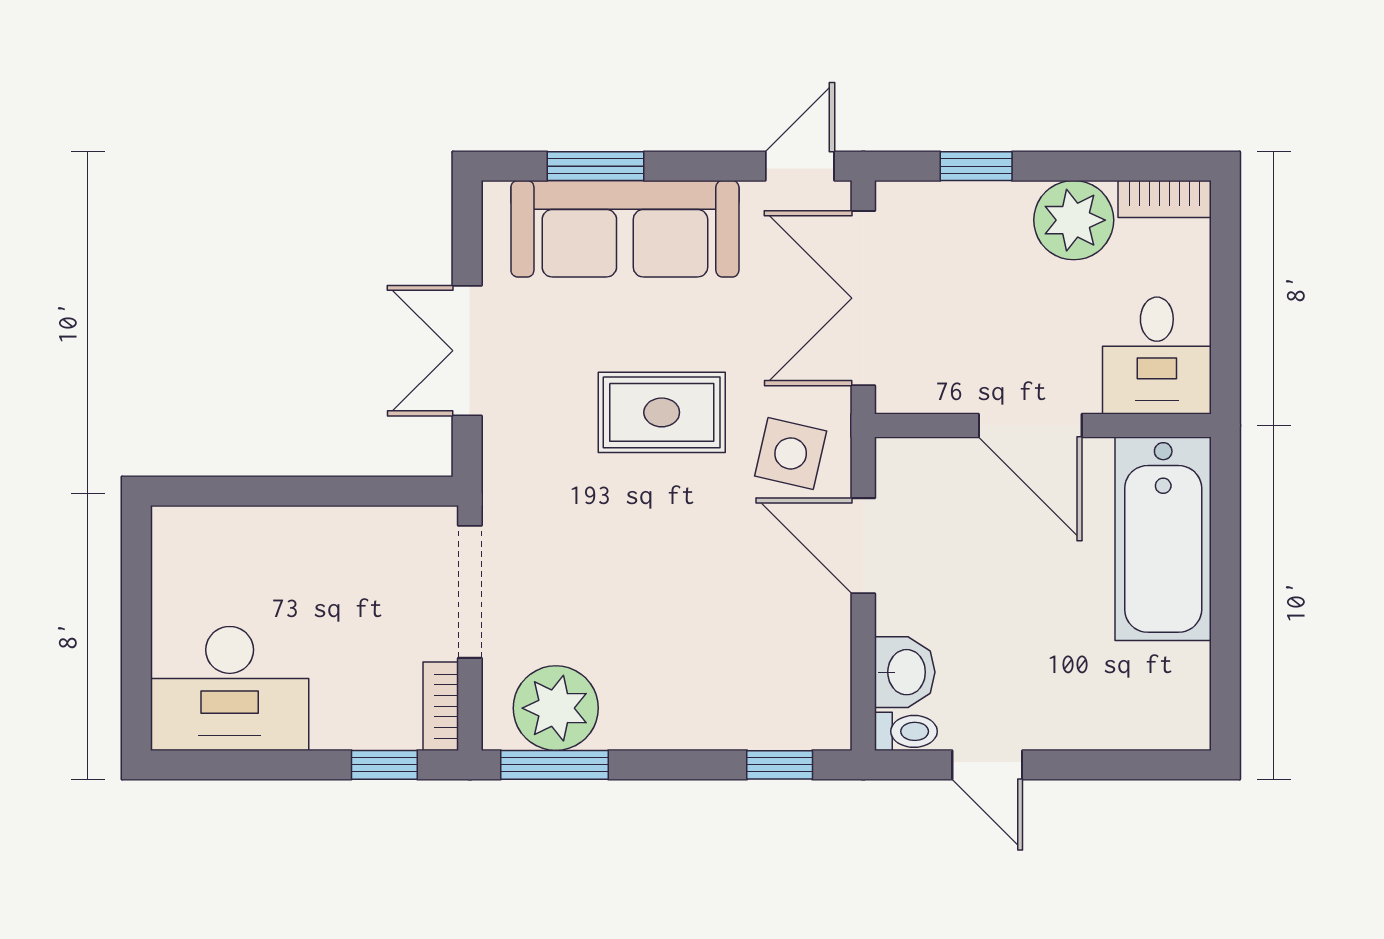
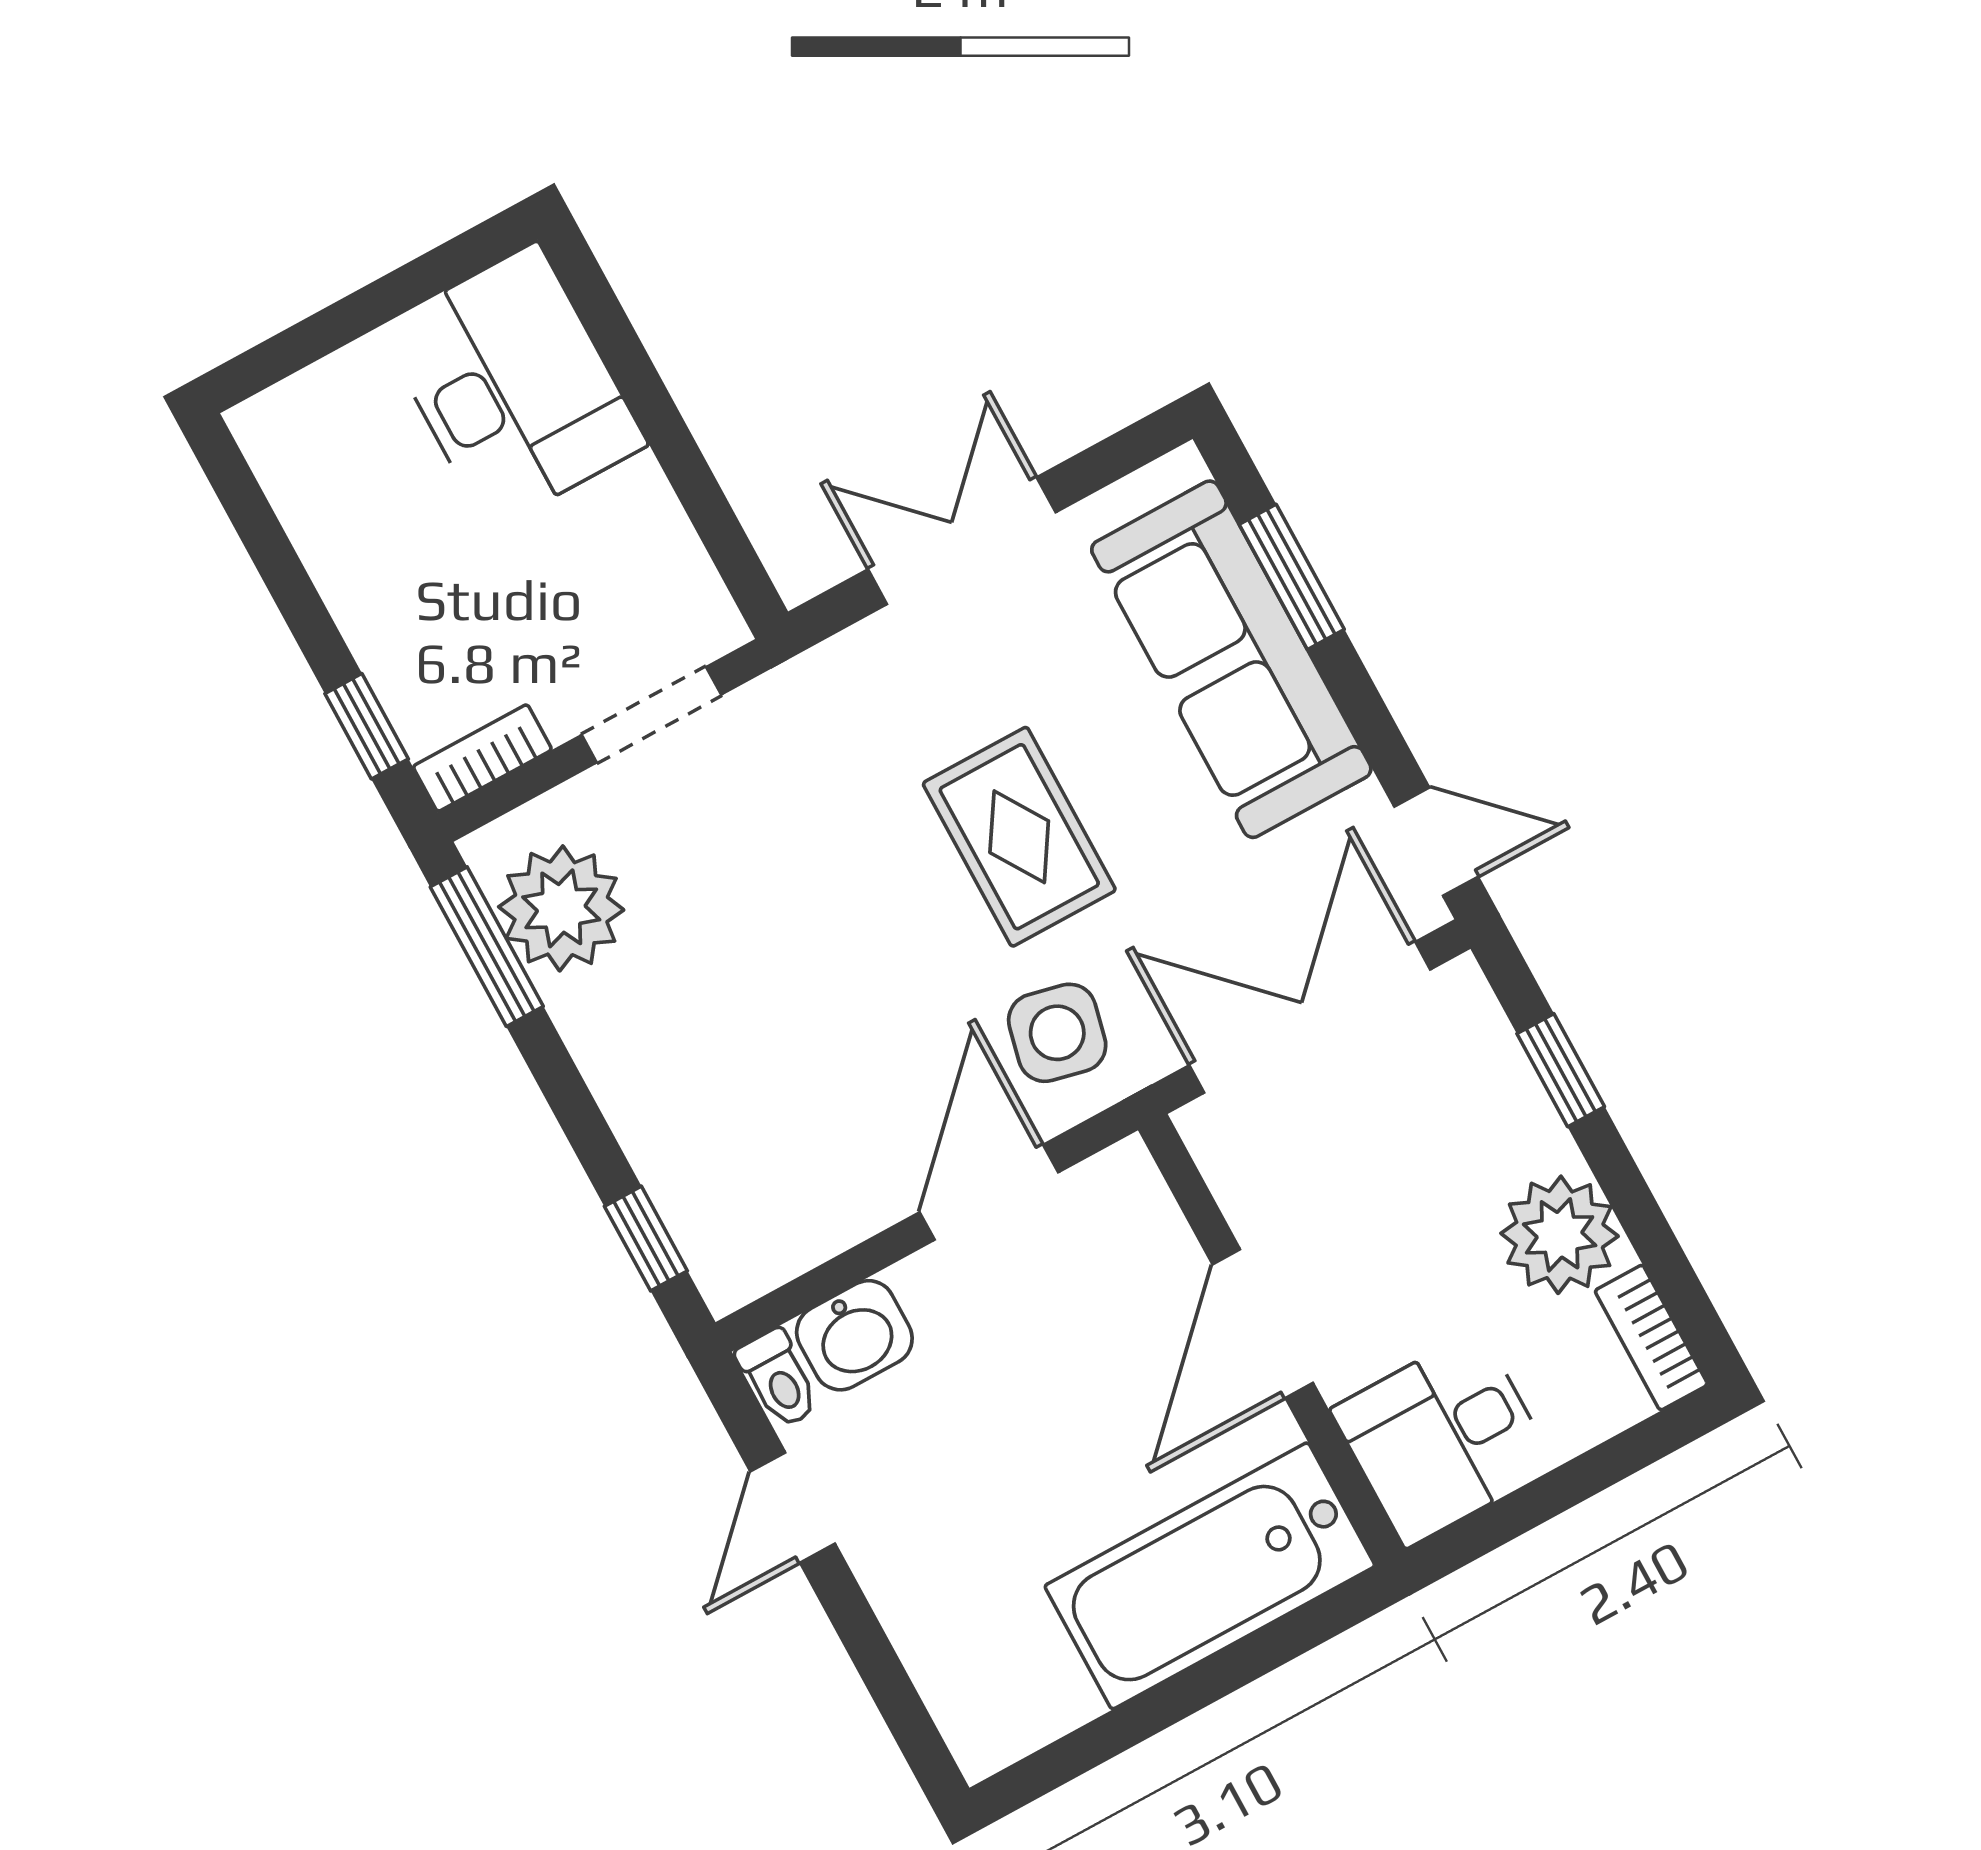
doorway: (470, 592) -> (651, 715), width x0.73
desk: (230, 688) -> (513, 386), moved, turned 180

